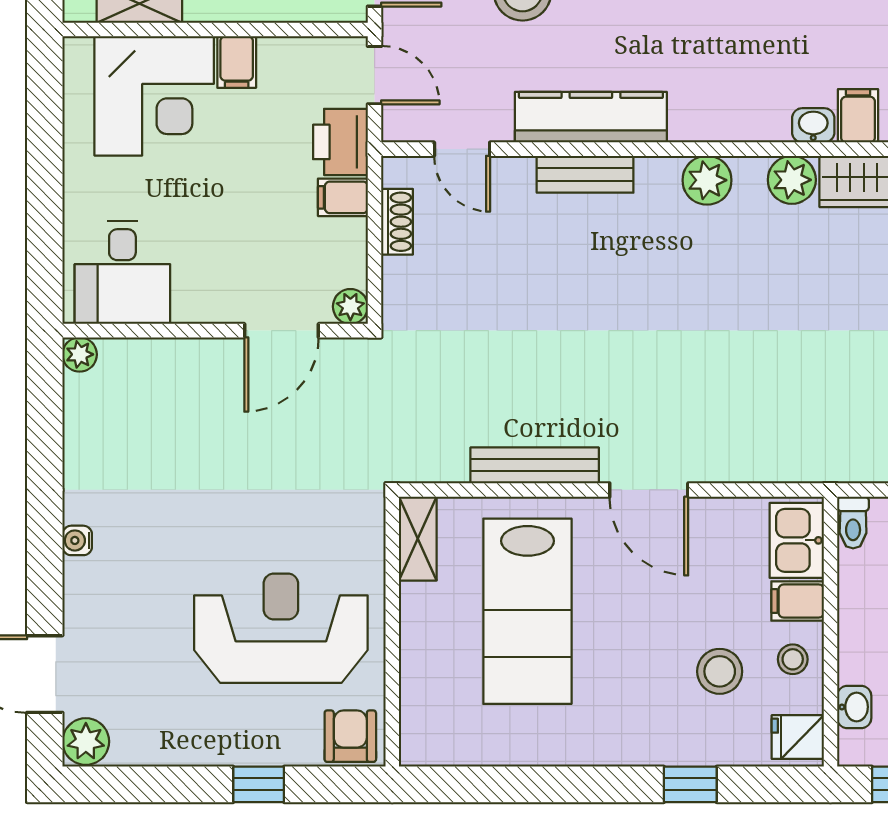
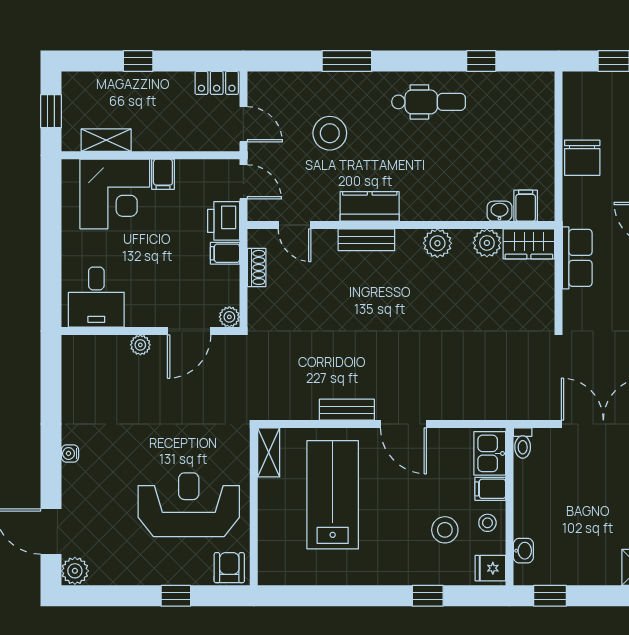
kitchen counter: (591, 117) -> (370, 206), width x0.67
plant: (80, 354) -> (140, 345), moved
bench: (535, 465) -> (347, 410), width x0.73
lab bench: (527, 611) -> (333, 495), turned 180

